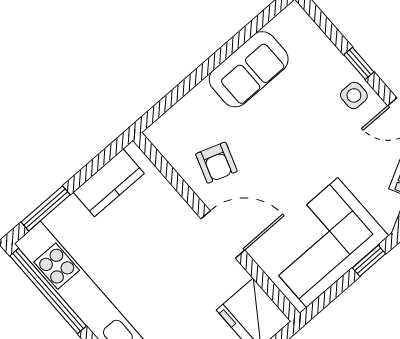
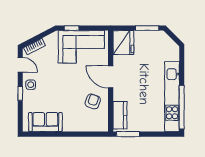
sofa: (249, 69) -> (45, 122), moved
kitchen counter: (109, 183) -> (120, 115), moved, turned 90
window: (46, 208) -> (128, 134), moved

